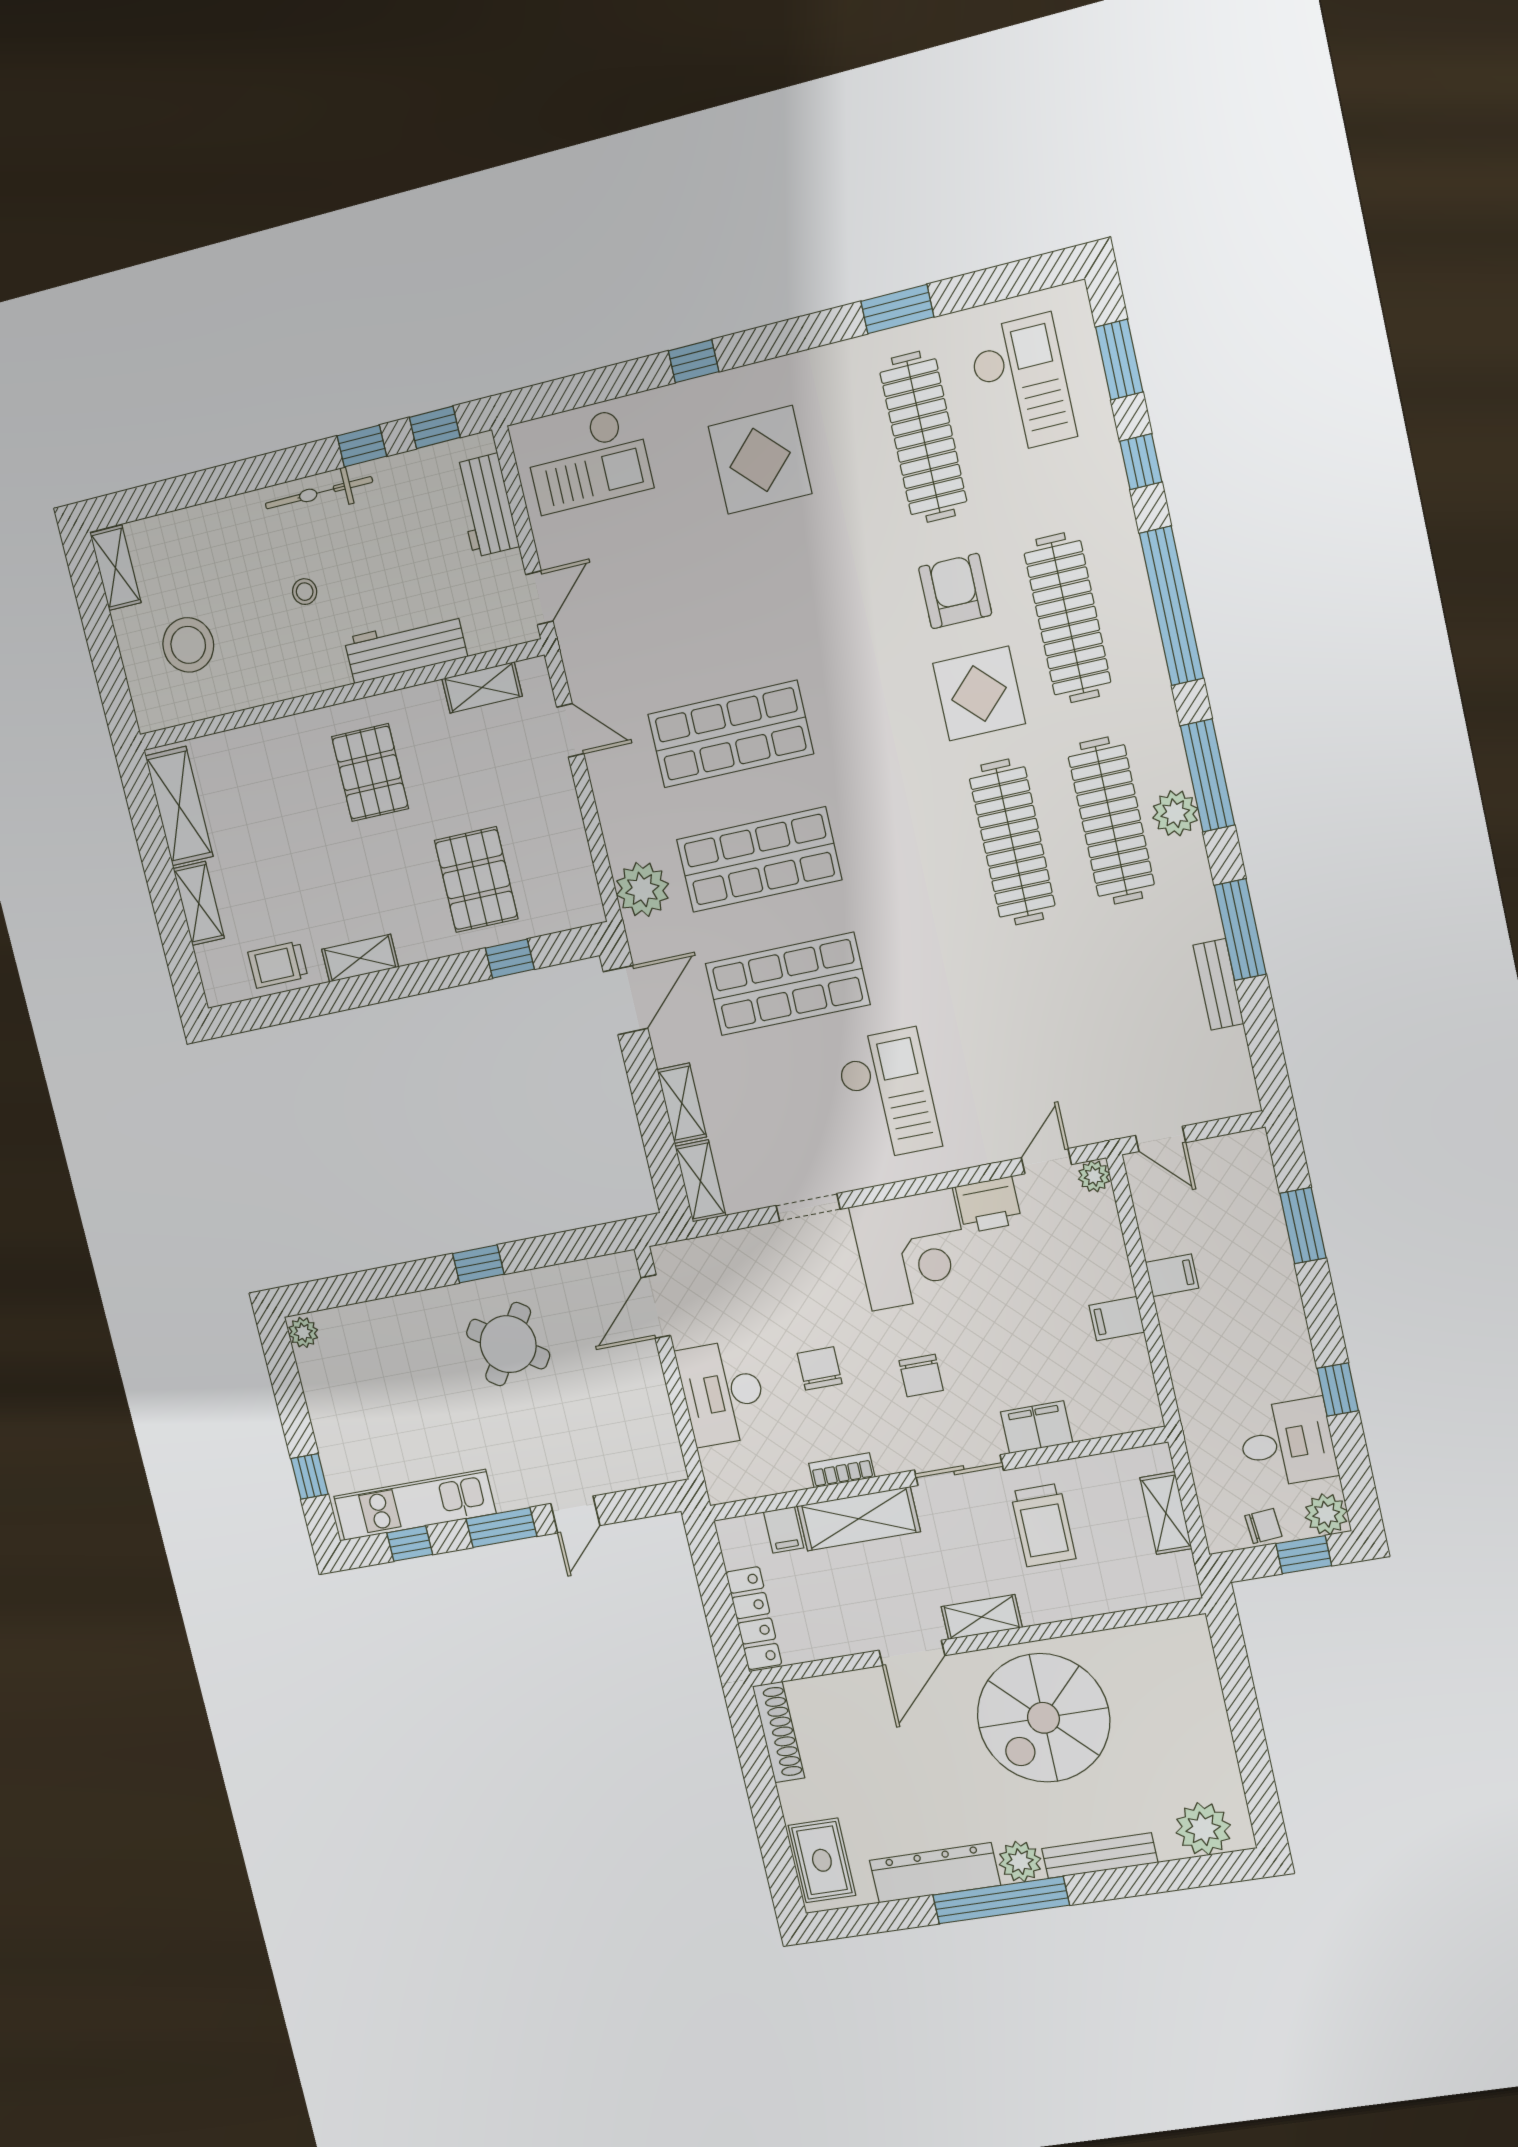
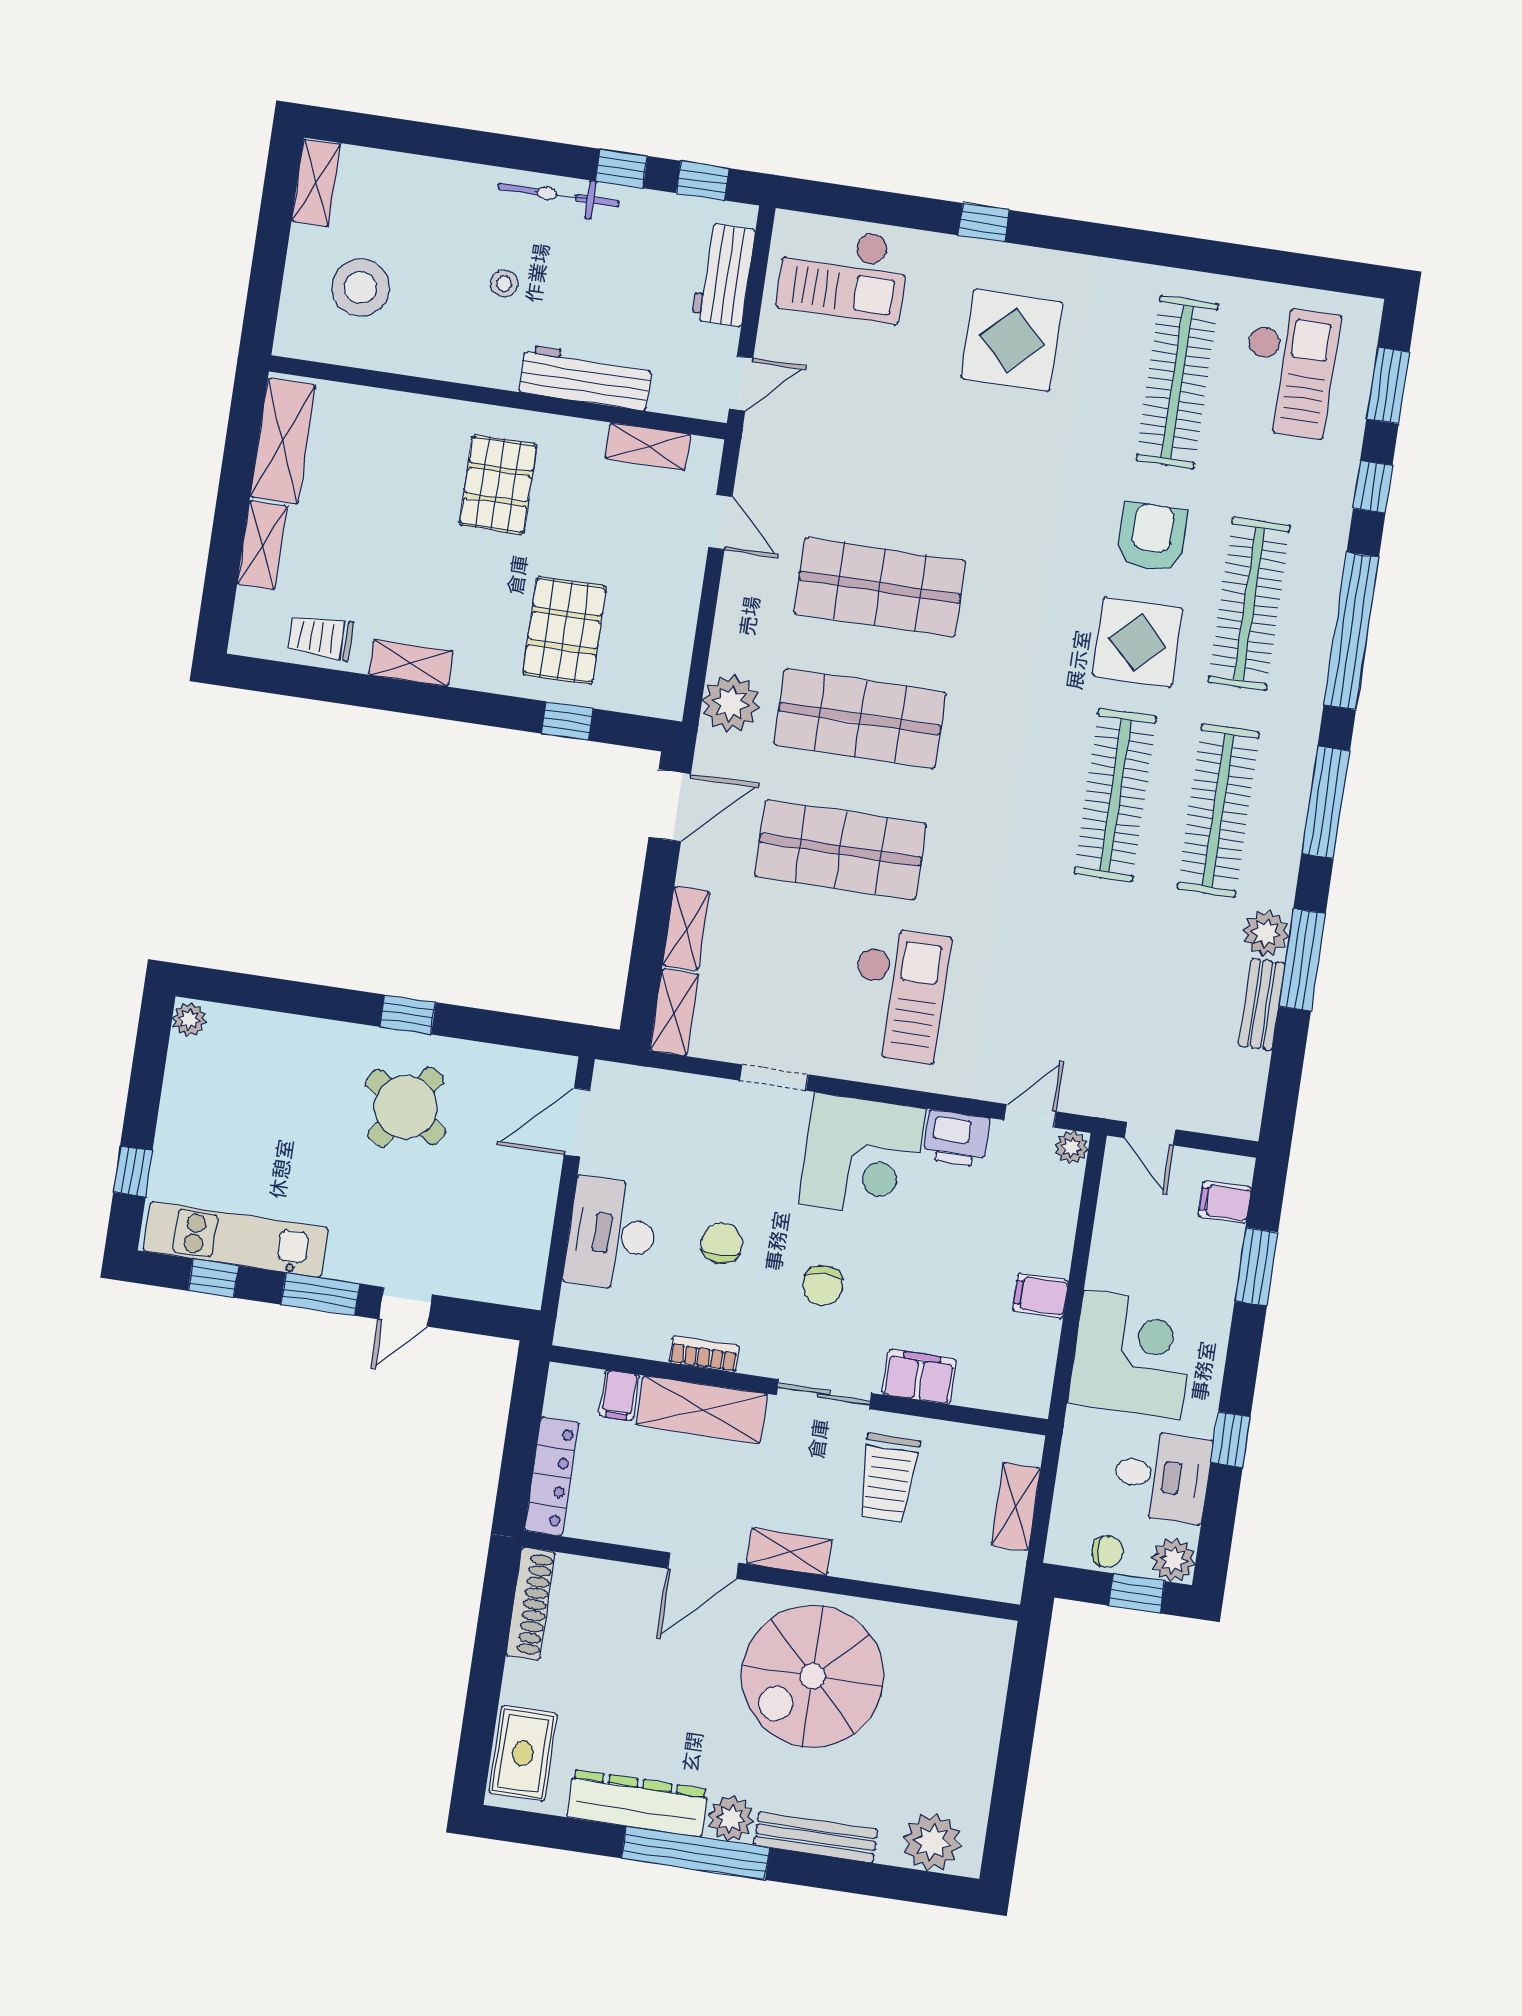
window: (897, 309) -> (1198, 255), removed
plant: (1175, 813) -> (1266, 933), moved
filing cabinet: (1172, 1275) -> (1225, 1202), moved, turned 180
corner desk: (1219, 1343) -> (1132, 1354), added

